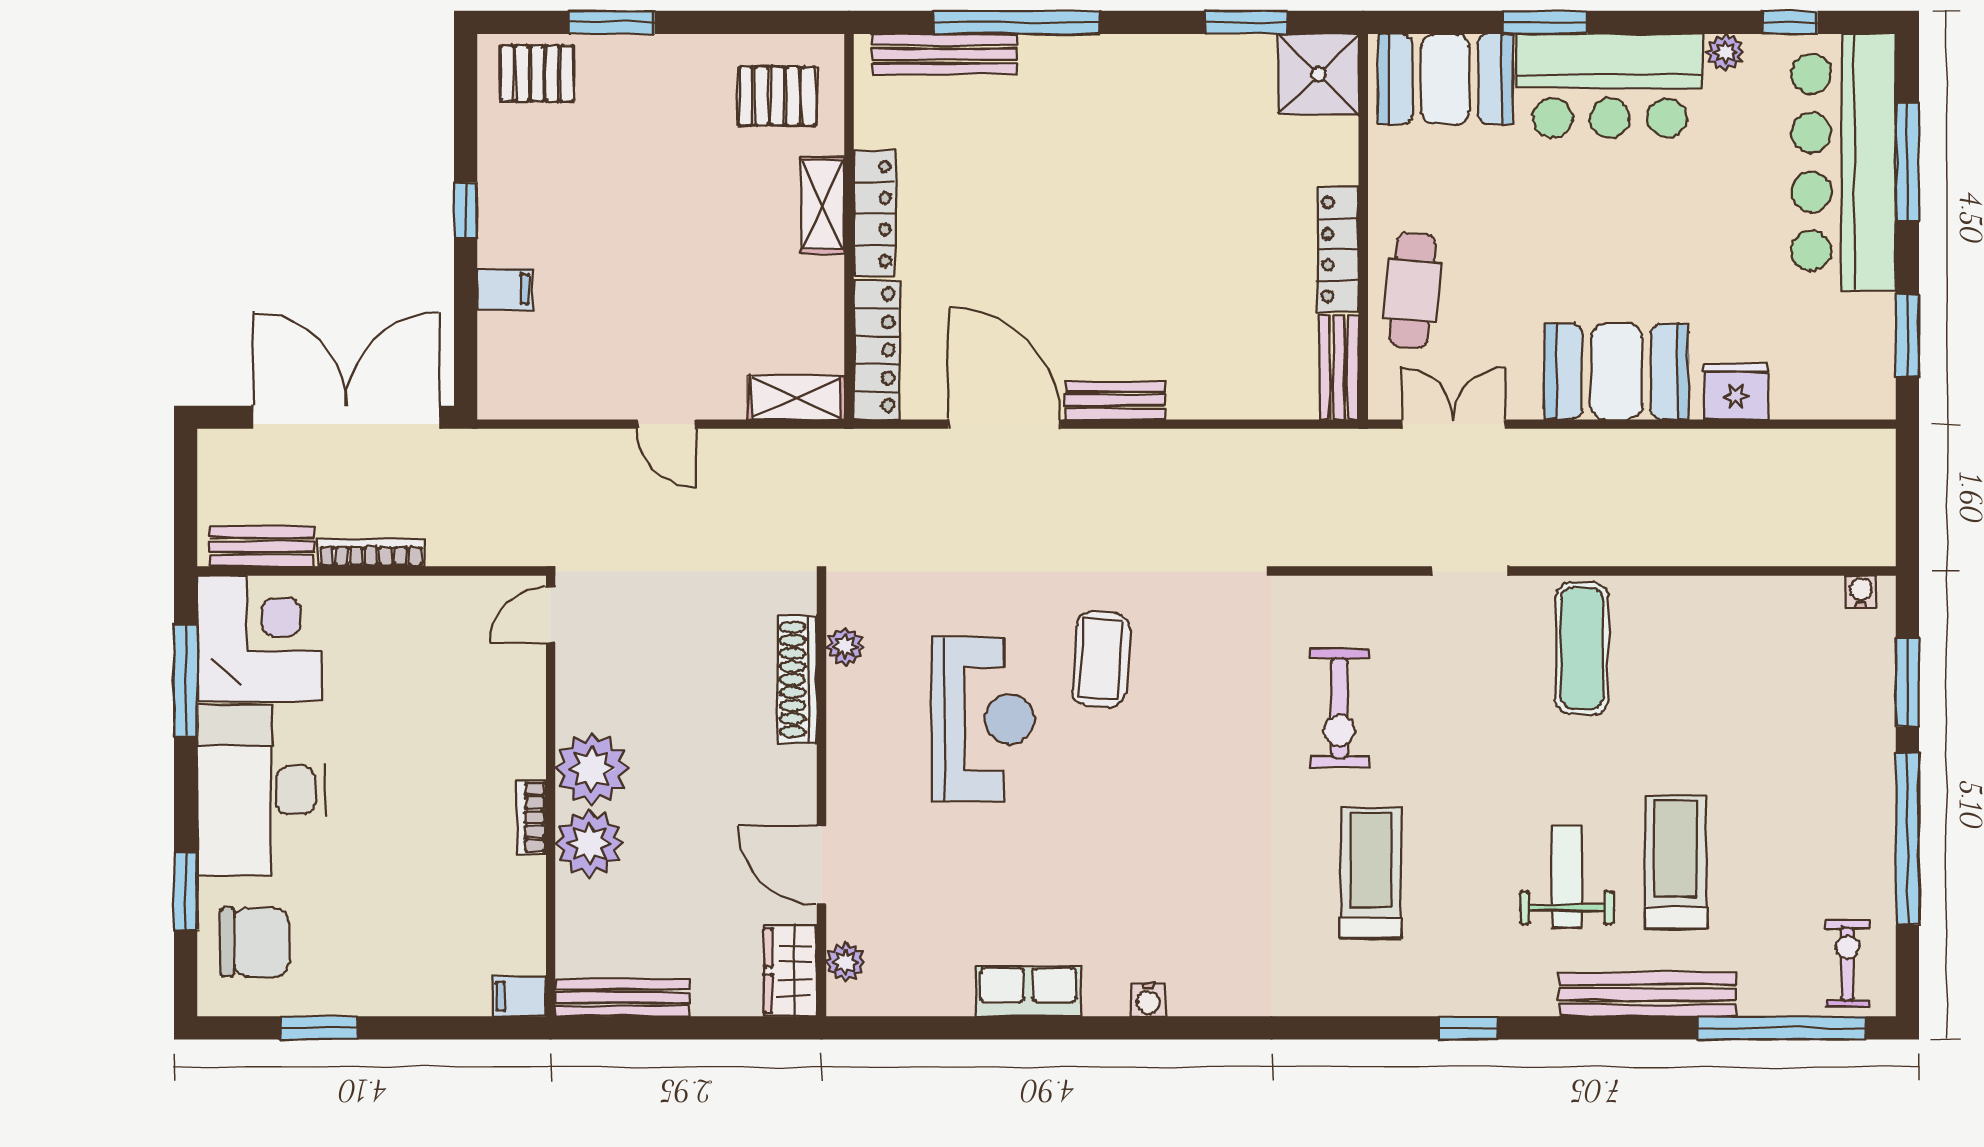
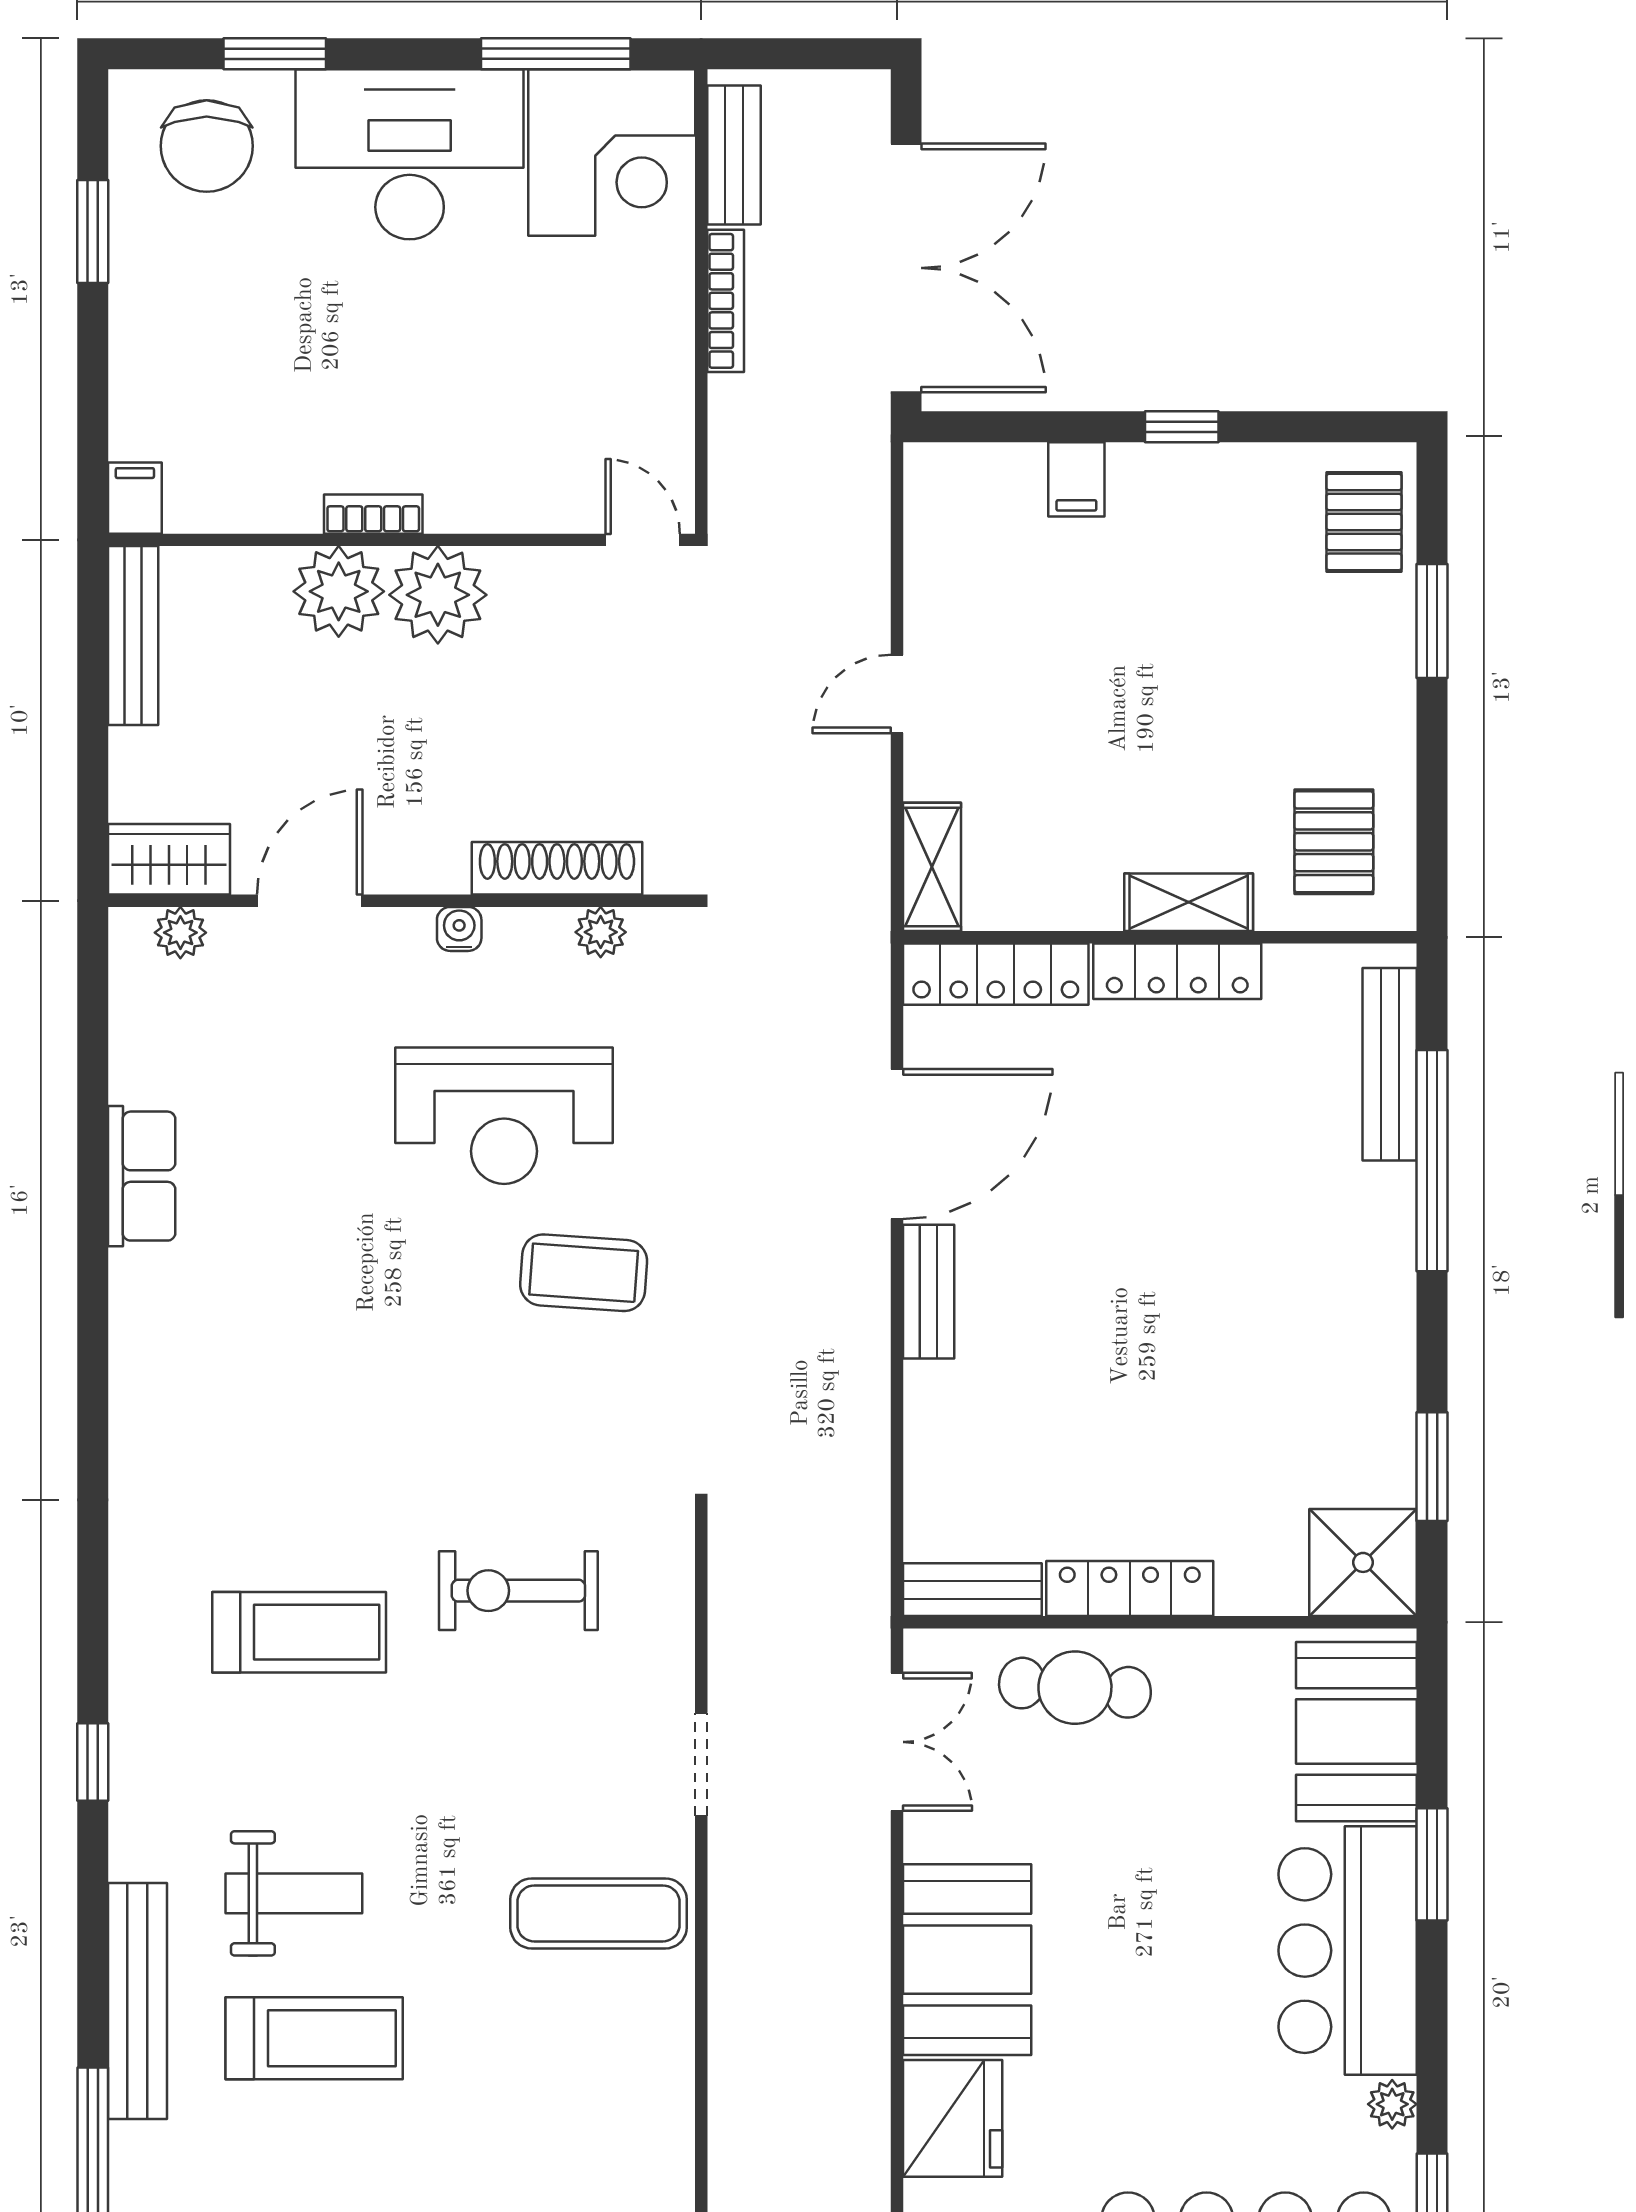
fridge: (1736, 392) -> (953, 2118), width x1.36, depth x1.34
water cooler: (1148, 1000) -> (459, 929), moved, turned 90

